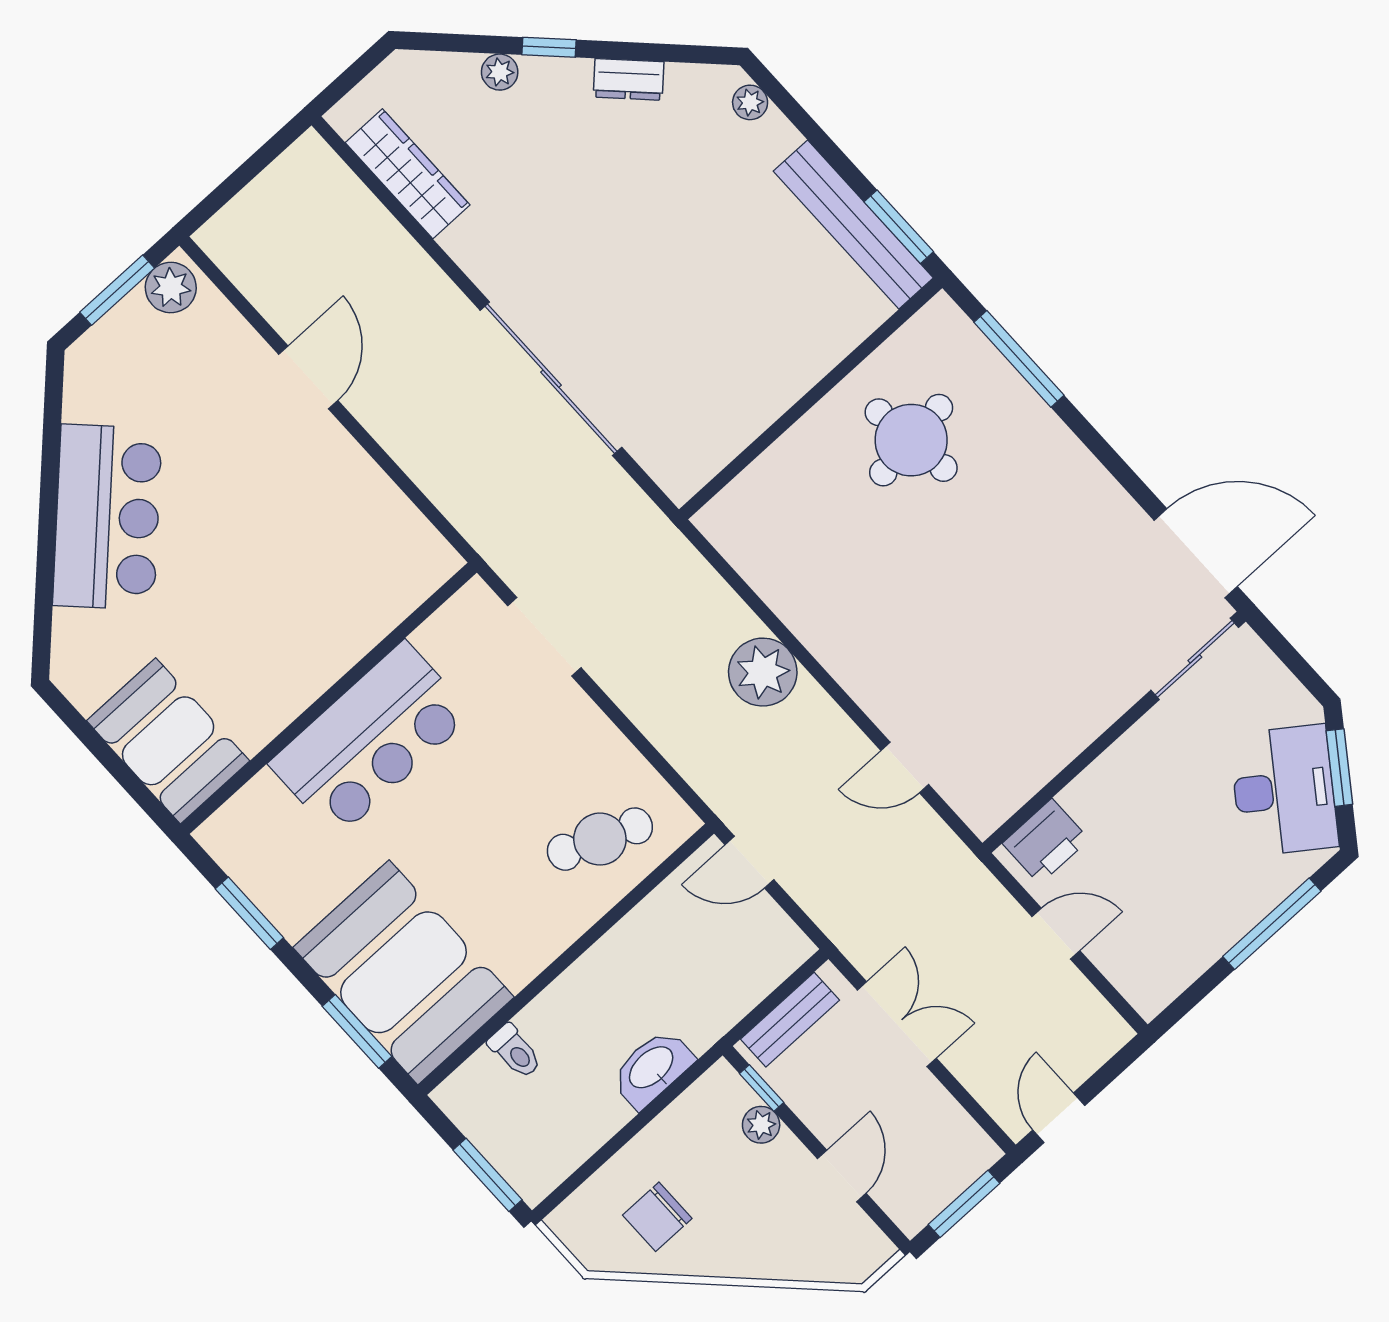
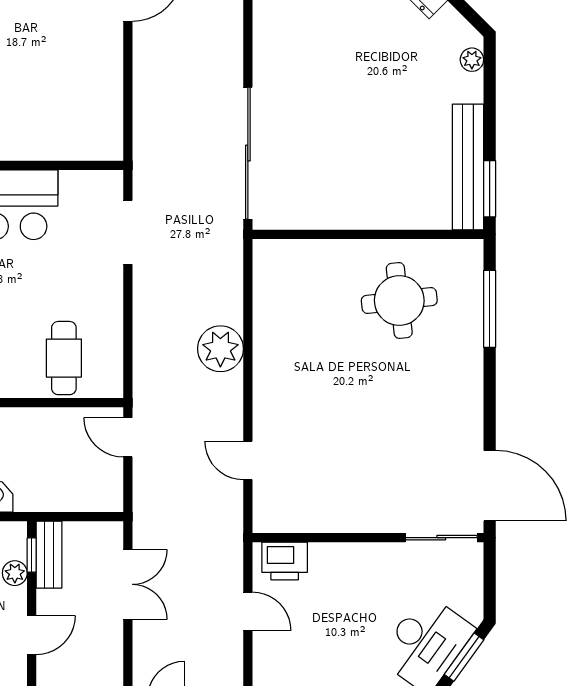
sliding door: (551, 379) -> (248, 153), moved
cafe table: (600, 839) -> (64, 358), turned 68
bench: (790, 1020) -> (49, 555), moved, turned 90

